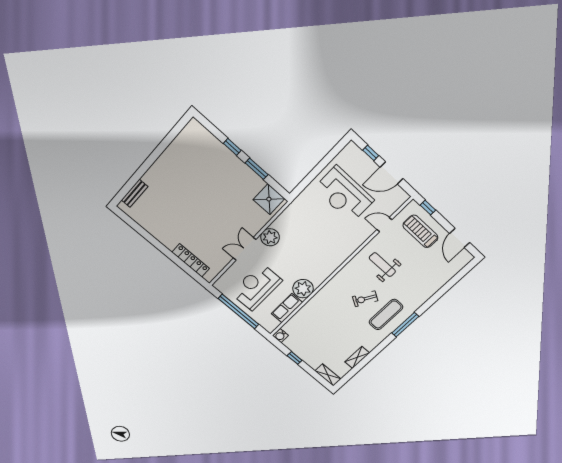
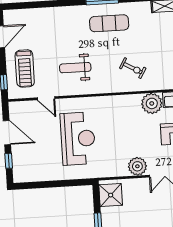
reception desk: (344, 194) -> (78, 139), moved
weight bench: (382, 265) -> (75, 68), turned 90
exercise bike: (365, 299) -> (133, 68), moved

